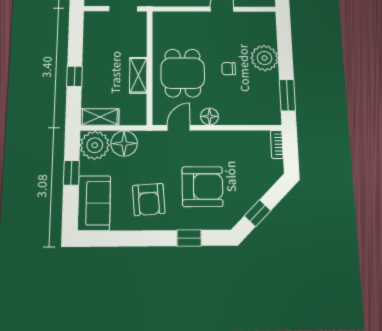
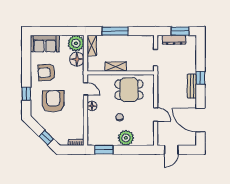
dining table: (183, 73) -> (129, 90), moved
window: (74, 76) -> (115, 31), width x2.17
window: (71, 173) -> (61, 31), removed
armchair: (202, 187) -> (53, 101), turned 180
window: (258, 213) -> (46, 138), moved

